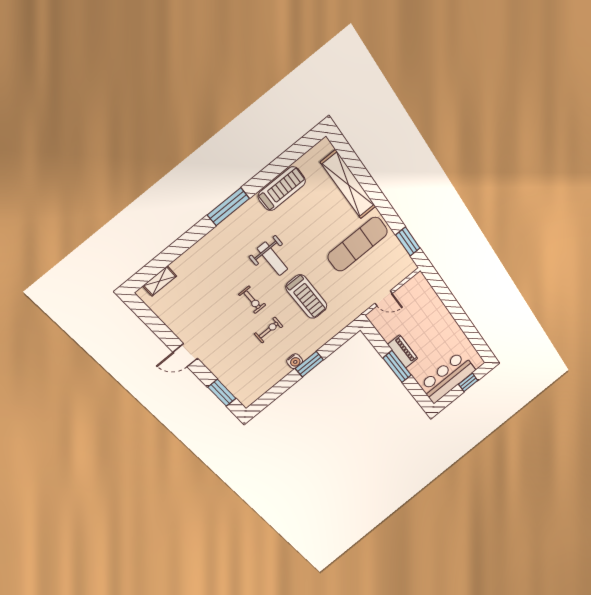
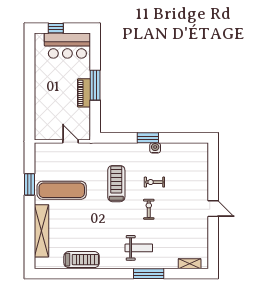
treadmill: (282, 189) -> (82, 260), turned 180
window: (228, 207) -> (149, 274), moved
window: (408, 241) -> (30, 184), moved
weight bench: (273, 259) -> (139, 248), moved, turned 90
window: (222, 393) -> (213, 166), removed

